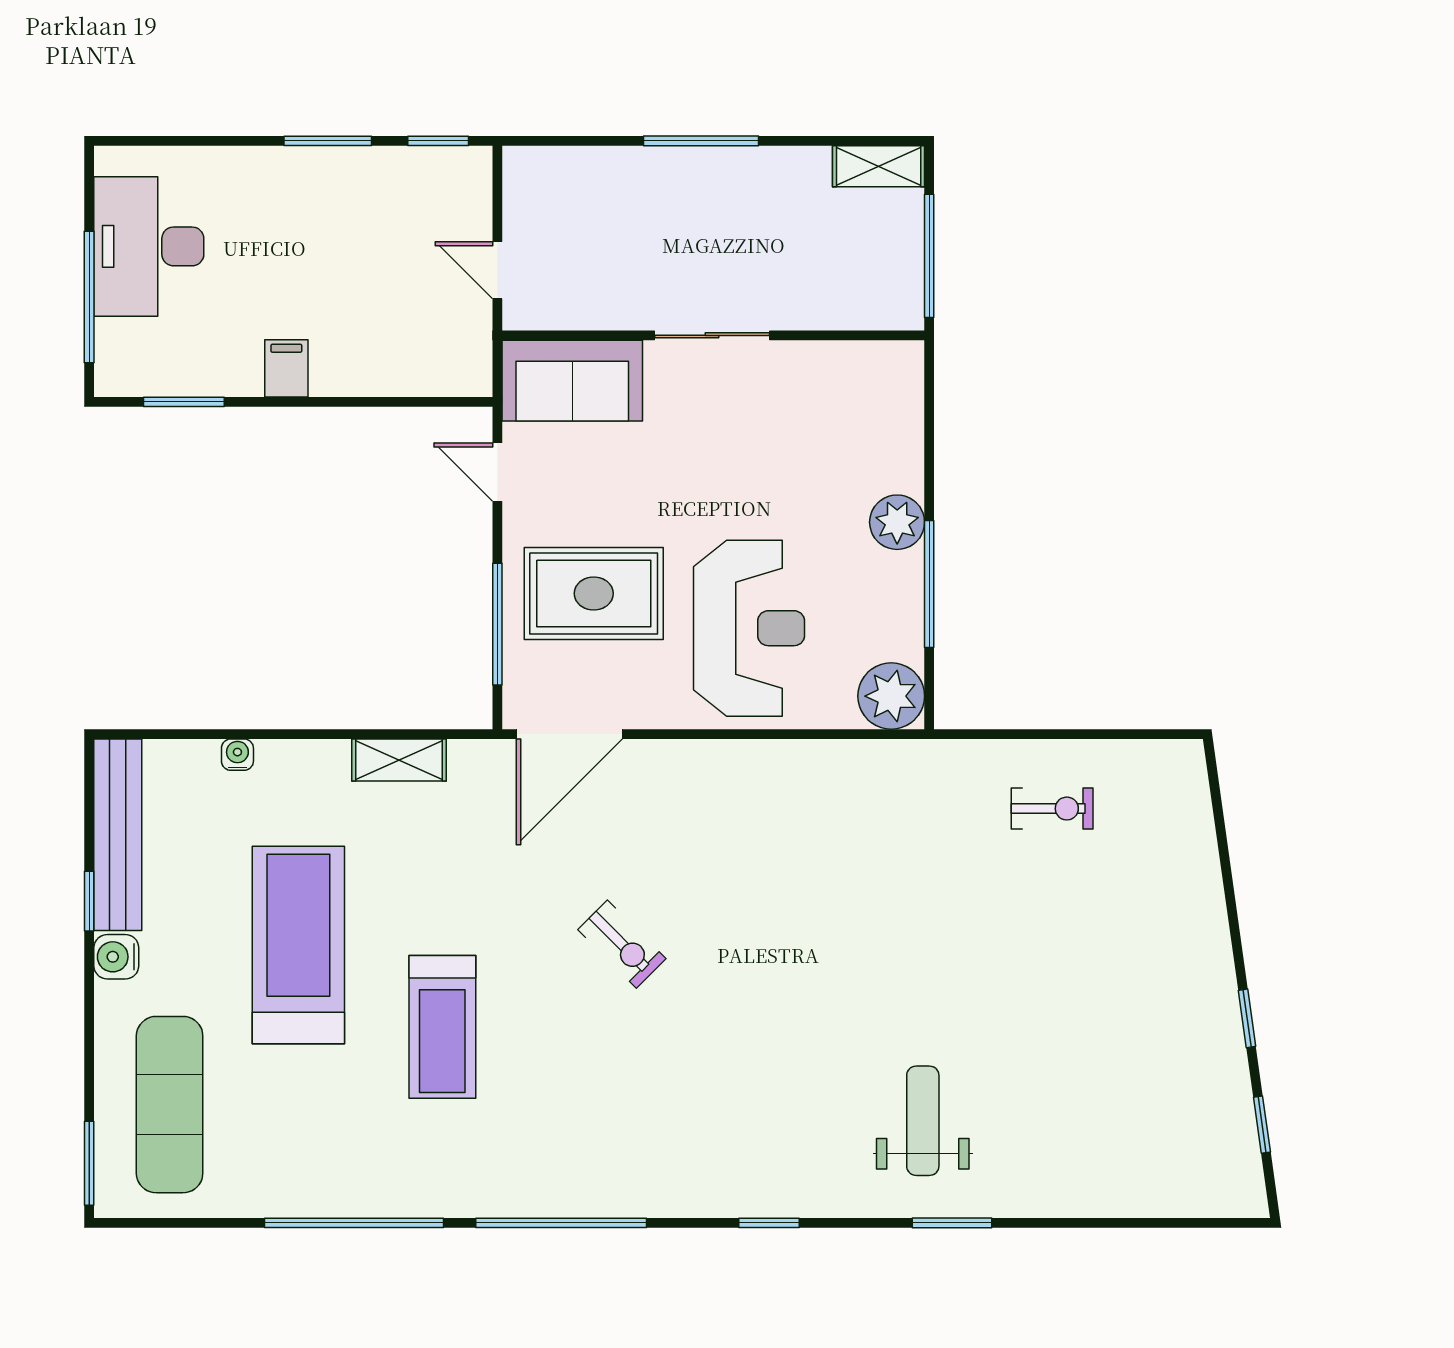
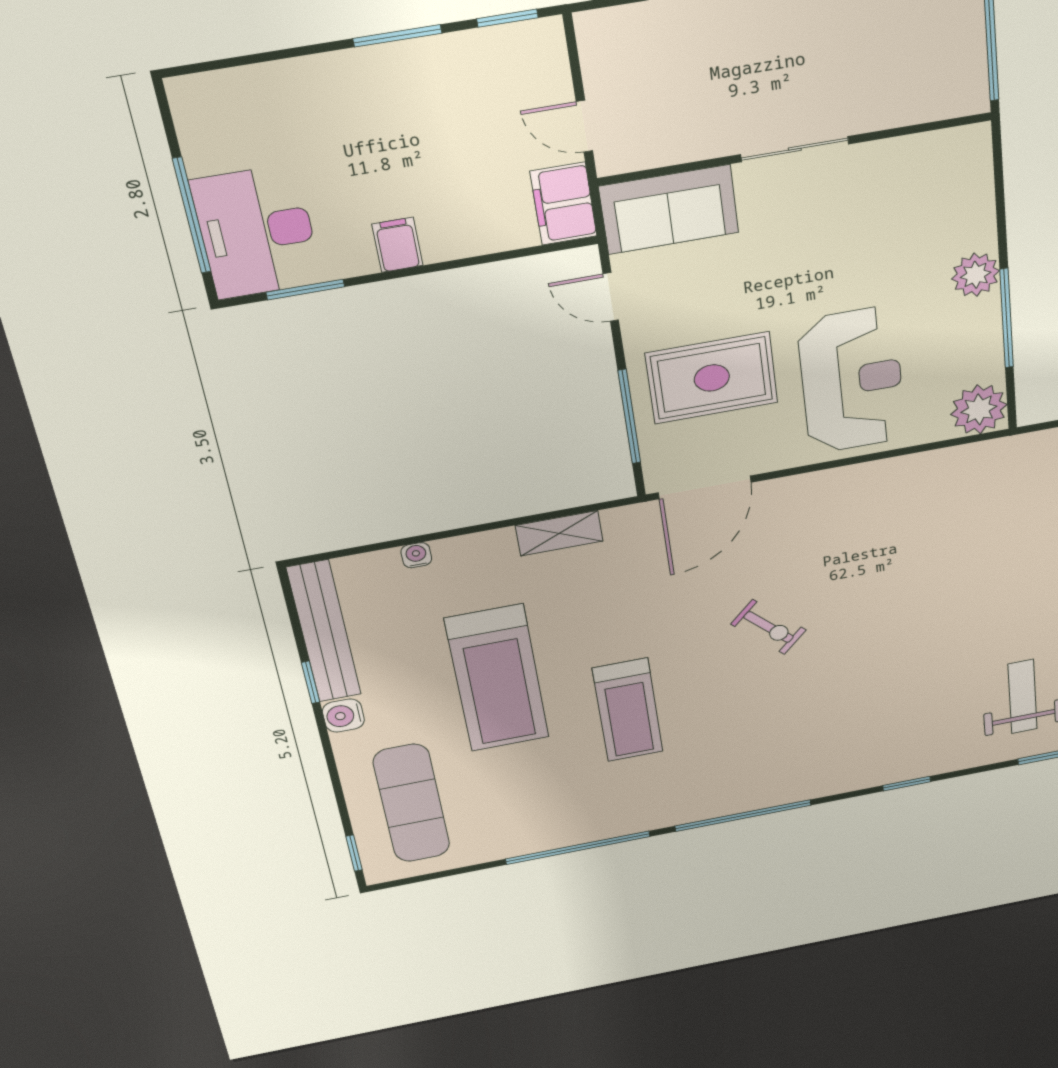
desk: (149, 246) -> (257, 232), moved
filing cabinet: (464, 353) -> (564, 204), added
treadmill: (298, 945) -> (497, 678), turned 180
window: (89, 1163) -> (354, 853), width x0.67

